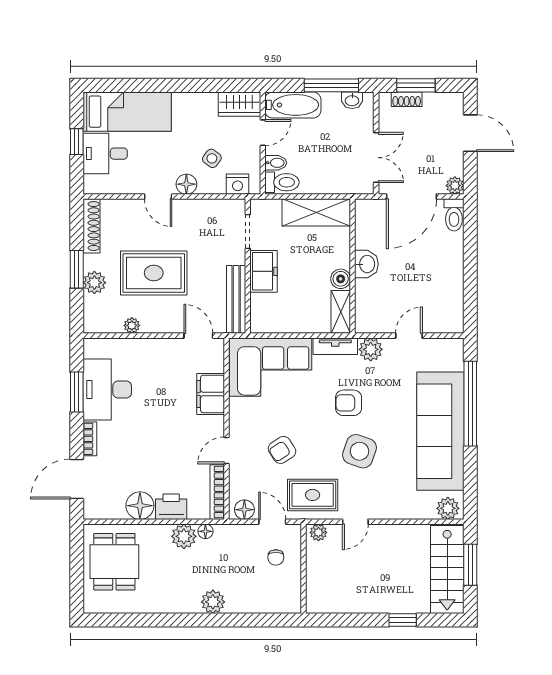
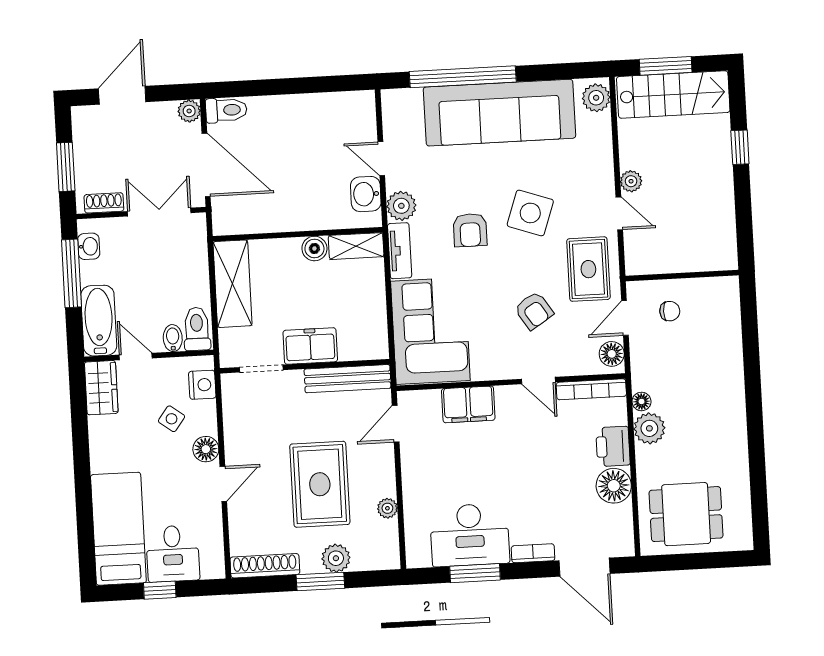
shoe rack: (407, 99) -> (104, 203), moved, turned -90
washbasin: (366, 264) -> (366, 194), moved, turned -90
plant: (318, 532) -> (631, 181), moved
plant: (213, 602) -> (730, 387), removed

